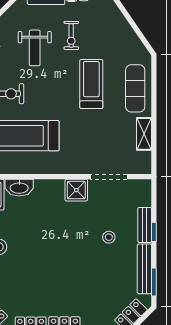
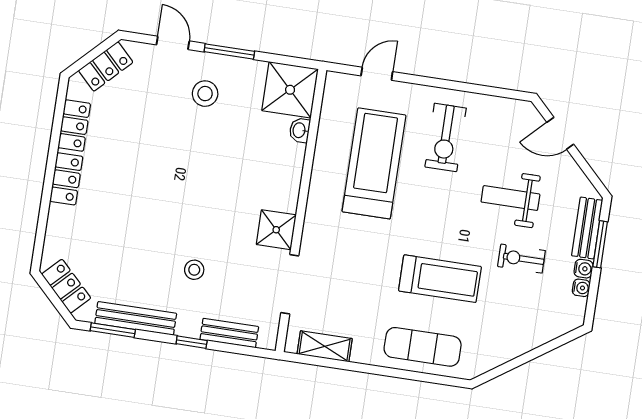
shelving: (144, 134) -> (325, 346), moved
washbasin: (19, 188) -> (300, 130), width x0.52, depth x0.69
bench: (145, 225) -> (229, 333), moved

